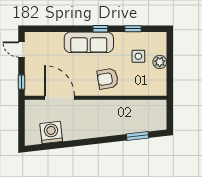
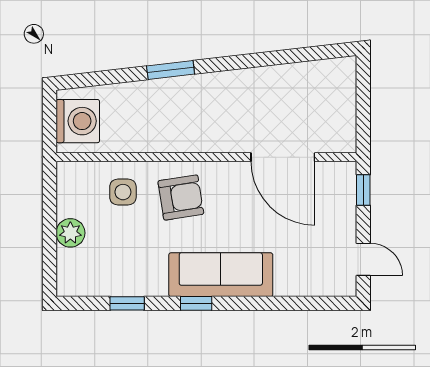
side table: (138, 56) -> (123, 192), moved
washing machine: (51, 132) -> (78, 121), moved, turned -83
window: (137, 136) -> (171, 70), moved

